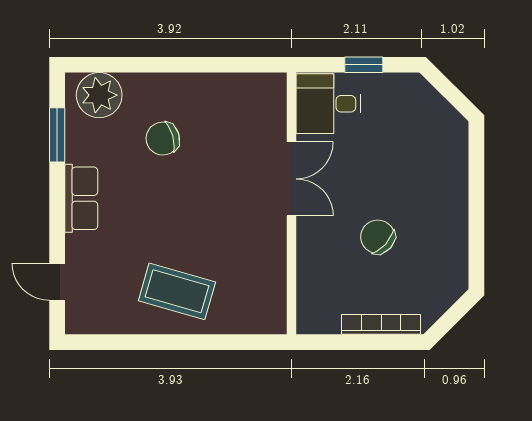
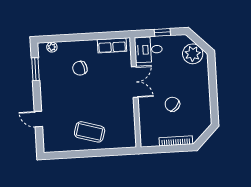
plant: (99, 95) -> (52, 47), width x0.53, depth x0.53
plant: (433, 120) -> (193, 54), added
row of seats: (81, 198) -> (112, 45), moved, turned 90
door: (57, 282) -> (38, 119), moved

